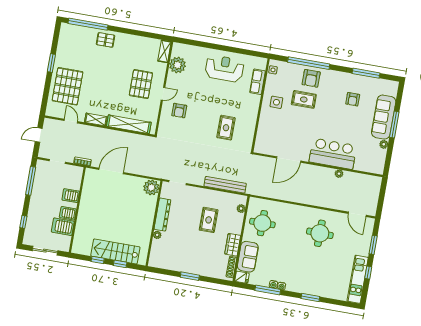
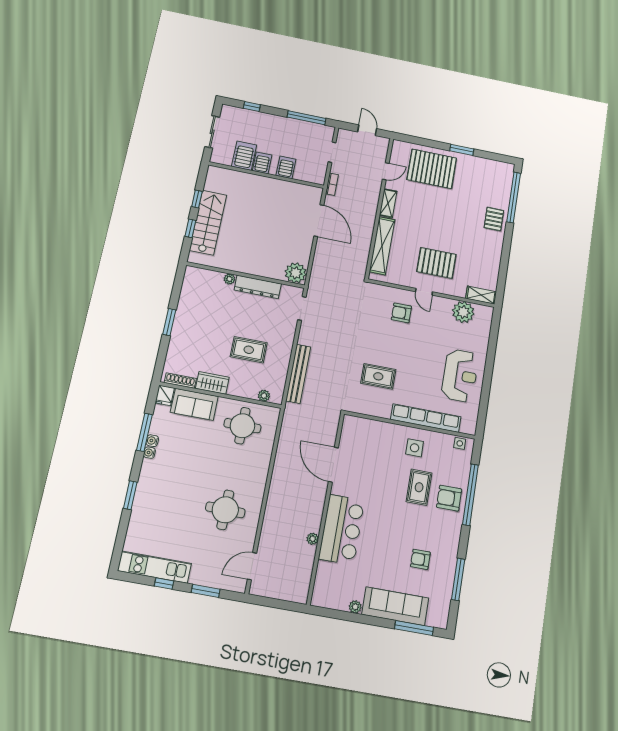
row of seats: (258, 82) -> (426, 418), width x2.02
window: (394, 125) -> (414, 628), moved

